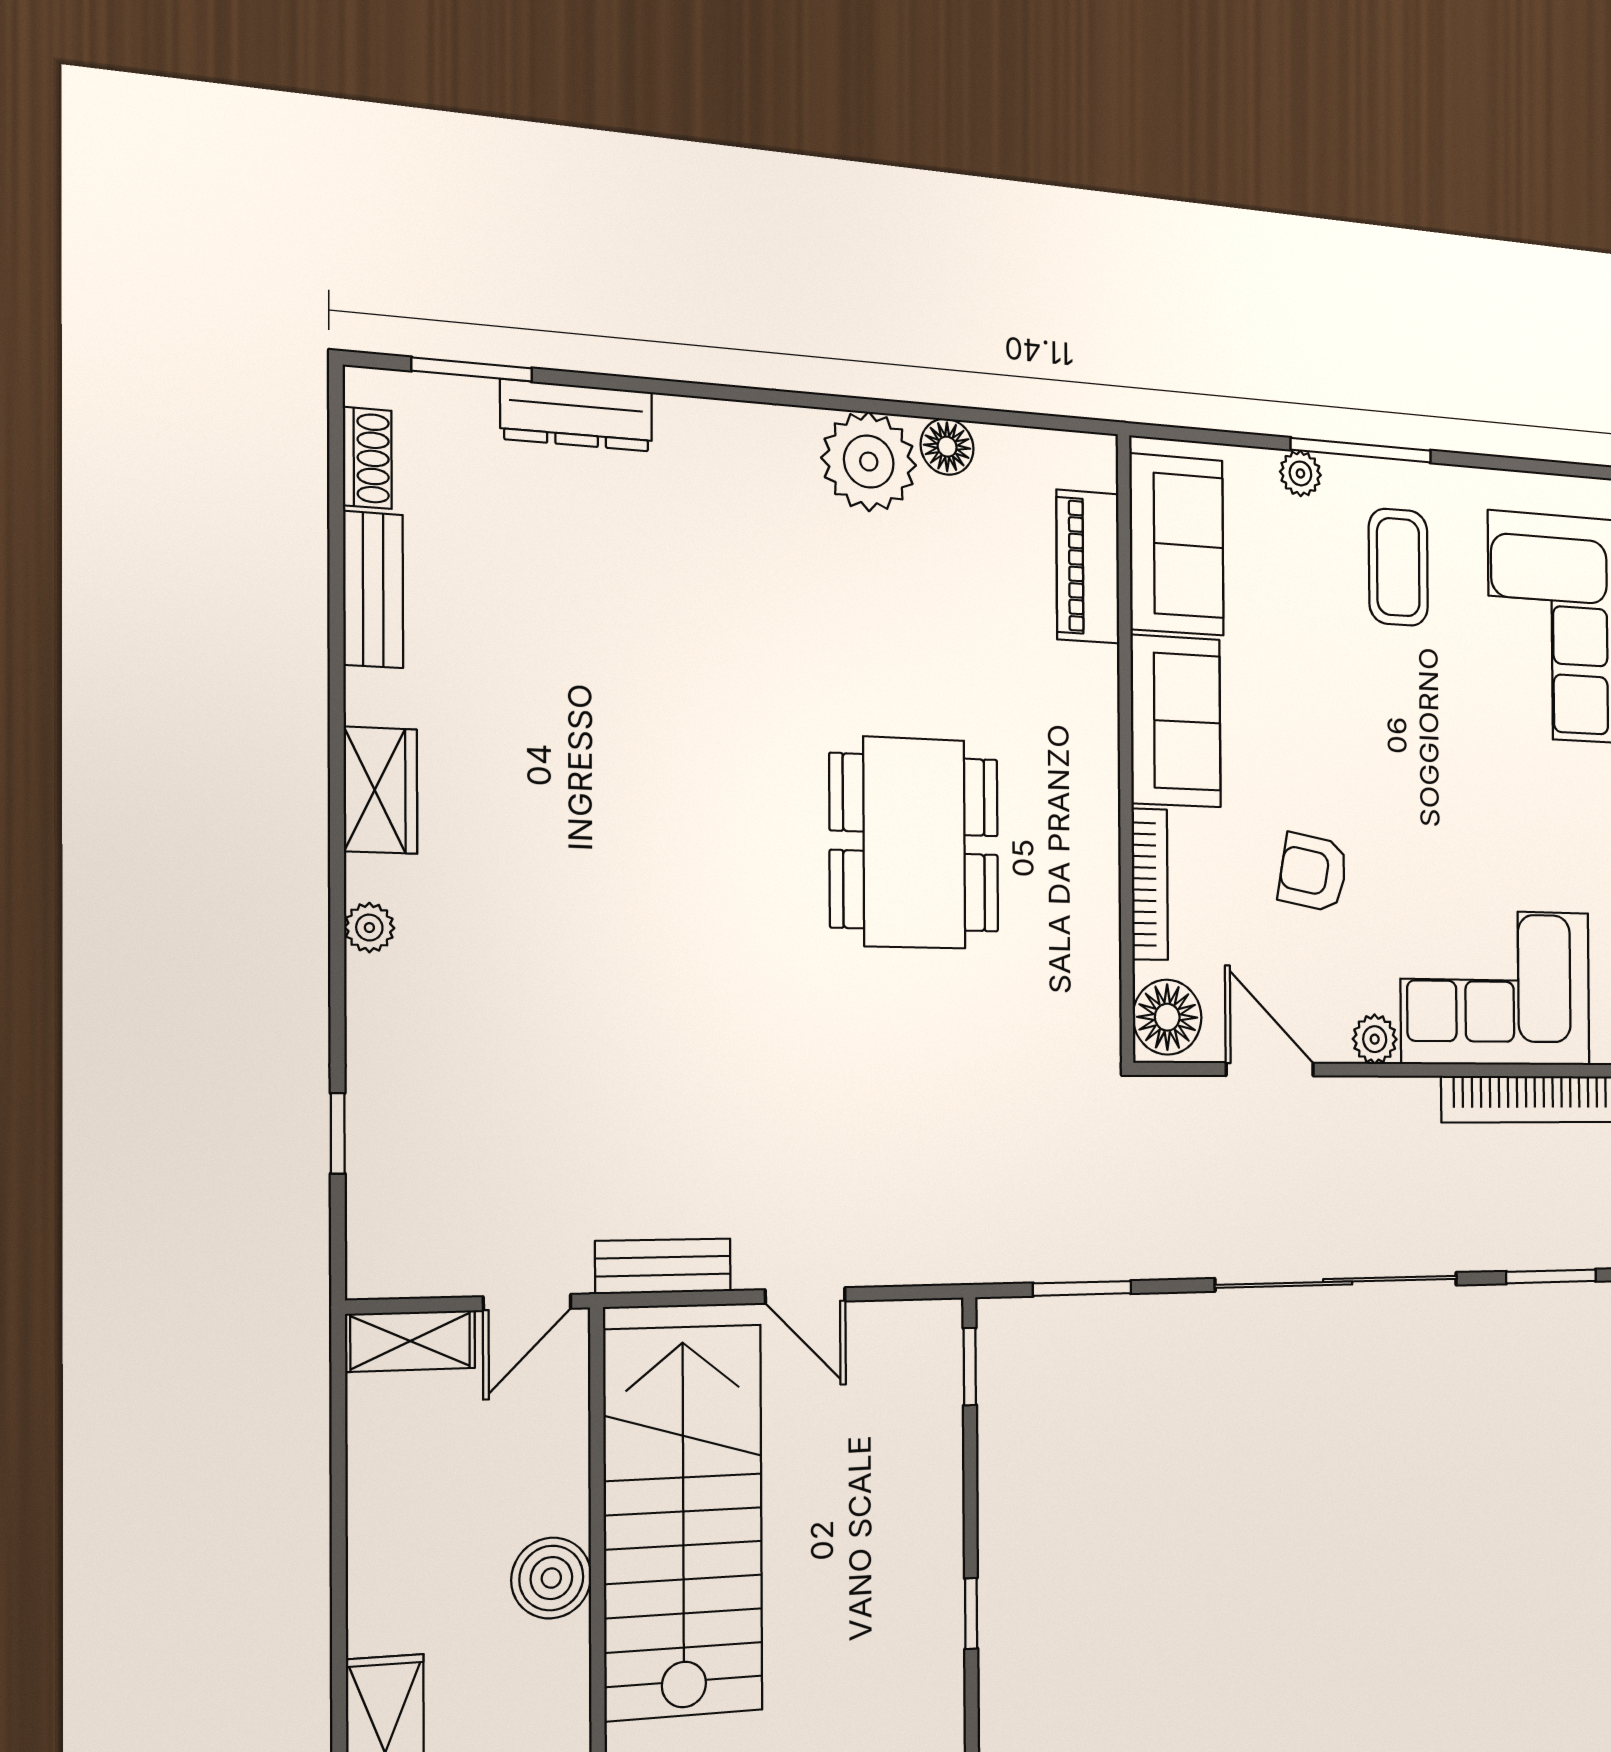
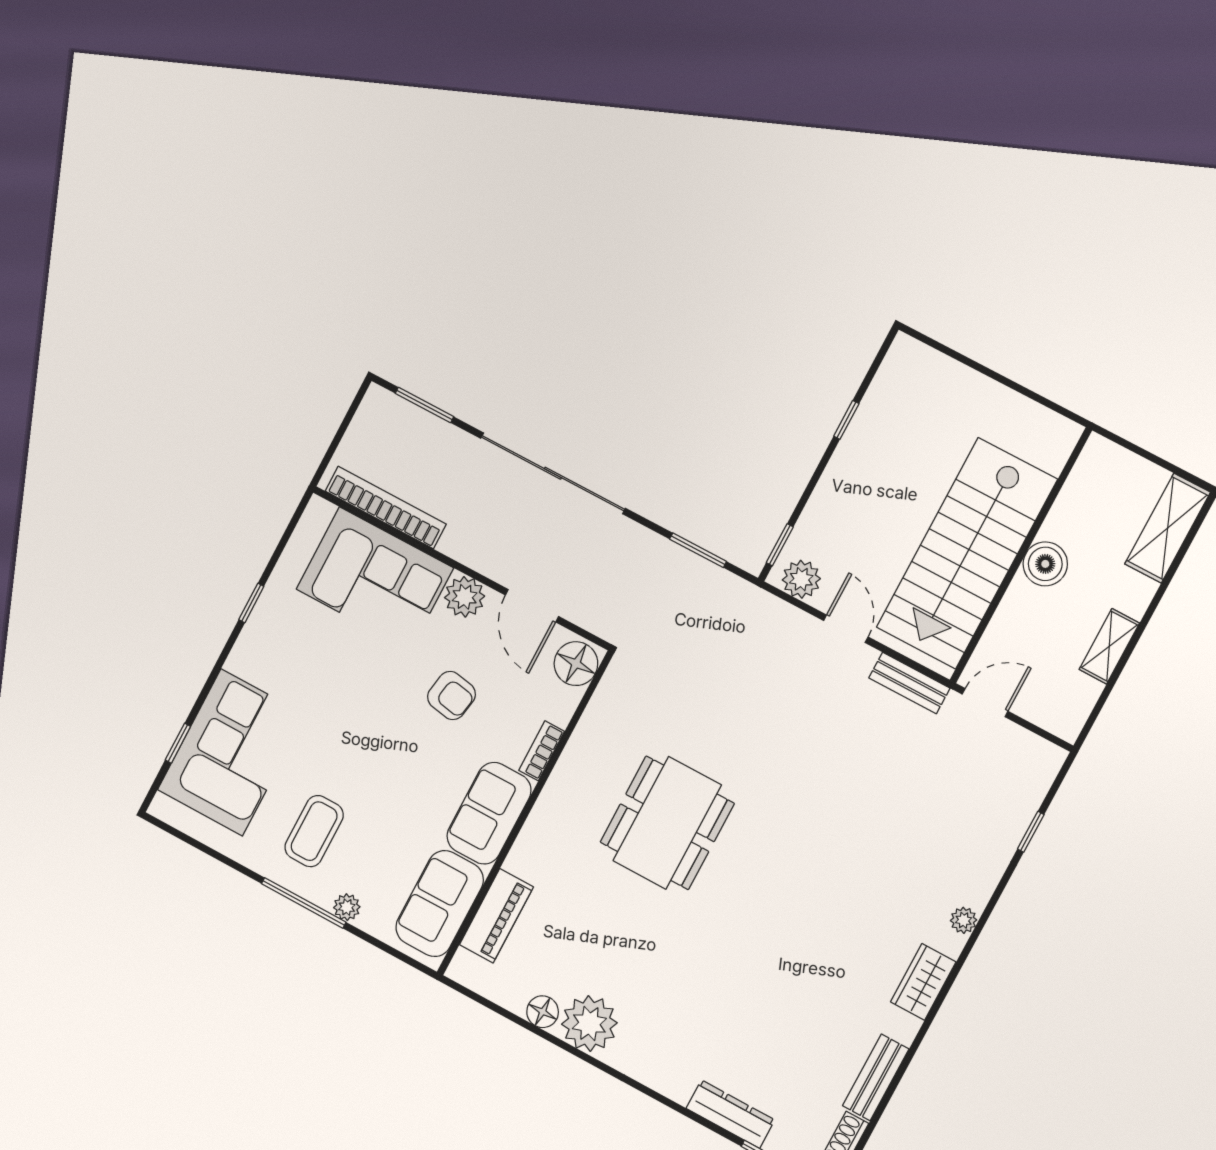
bookcase: (1150, 884) -> (542, 751), width x0.64
plant: (1375, 1039) -> (465, 597), width x1.38, depth x1.38
plant: (911, 1333) -> (801, 579), added
shelving: (410, 1341) -> (1109, 646), moved, turned 90

